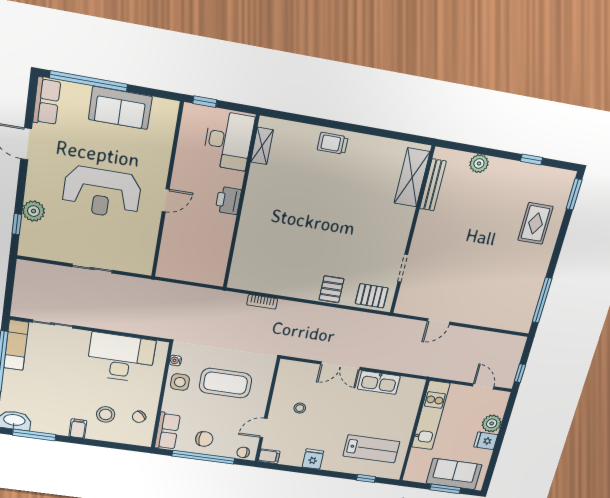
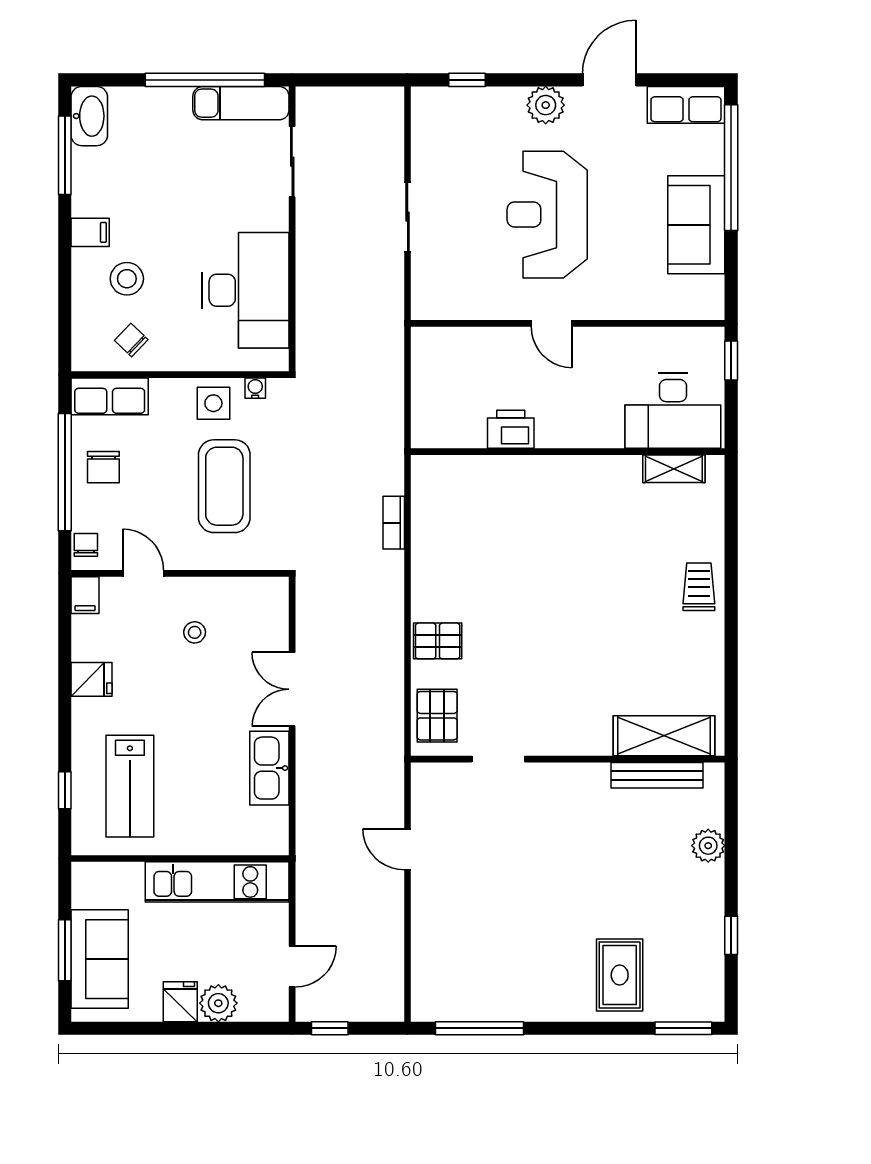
printer: (228, 200) -> (511, 429), moved
plant: (34, 211) -> (546, 105), moved
rug: (535, 223) -> (620, 975), turned 90

